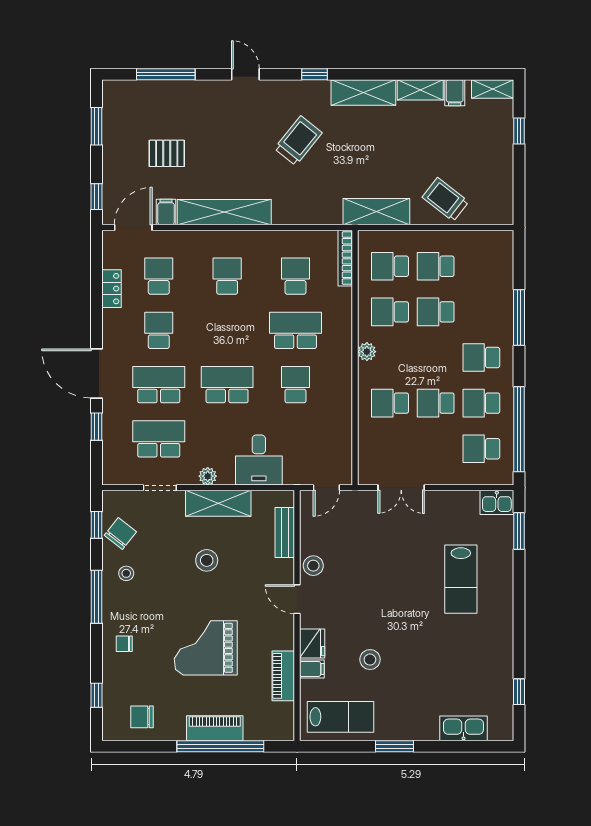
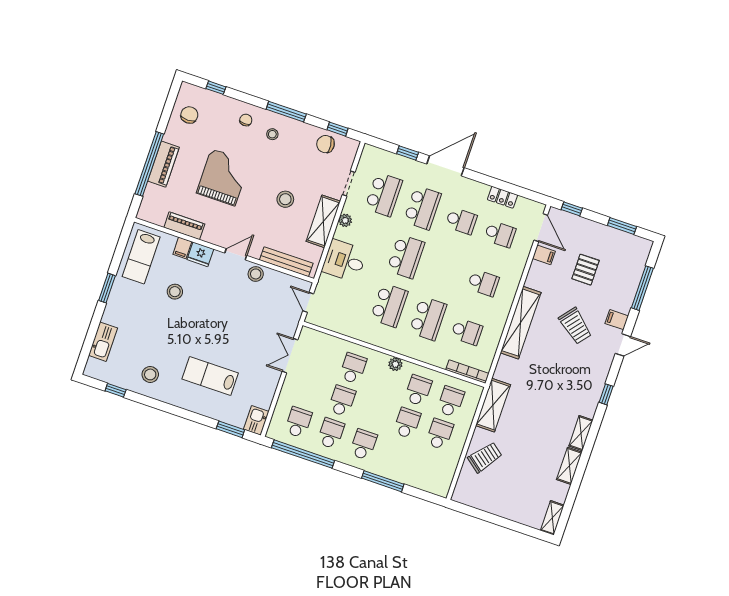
shelving: (363, 92) -> (581, 433), width x0.67, depth x0.75
filing cabinet: (455, 93) -> (617, 320), moved
window: (519, 131) -> (516, 526), removed
trolley: (298, 141) -> (575, 326), moved
shelving: (224, 212) -> (521, 323), moved
school desk: (295, 385) -> (389, 305), width x1.85
bench: (285, 532) -> (286, 262), width x1.36
chair: (120, 533) -> (325, 144), turned 136
stool: (126, 573) -> (272, 134), moved
stool: (485, 655) -> (150, 374), added

